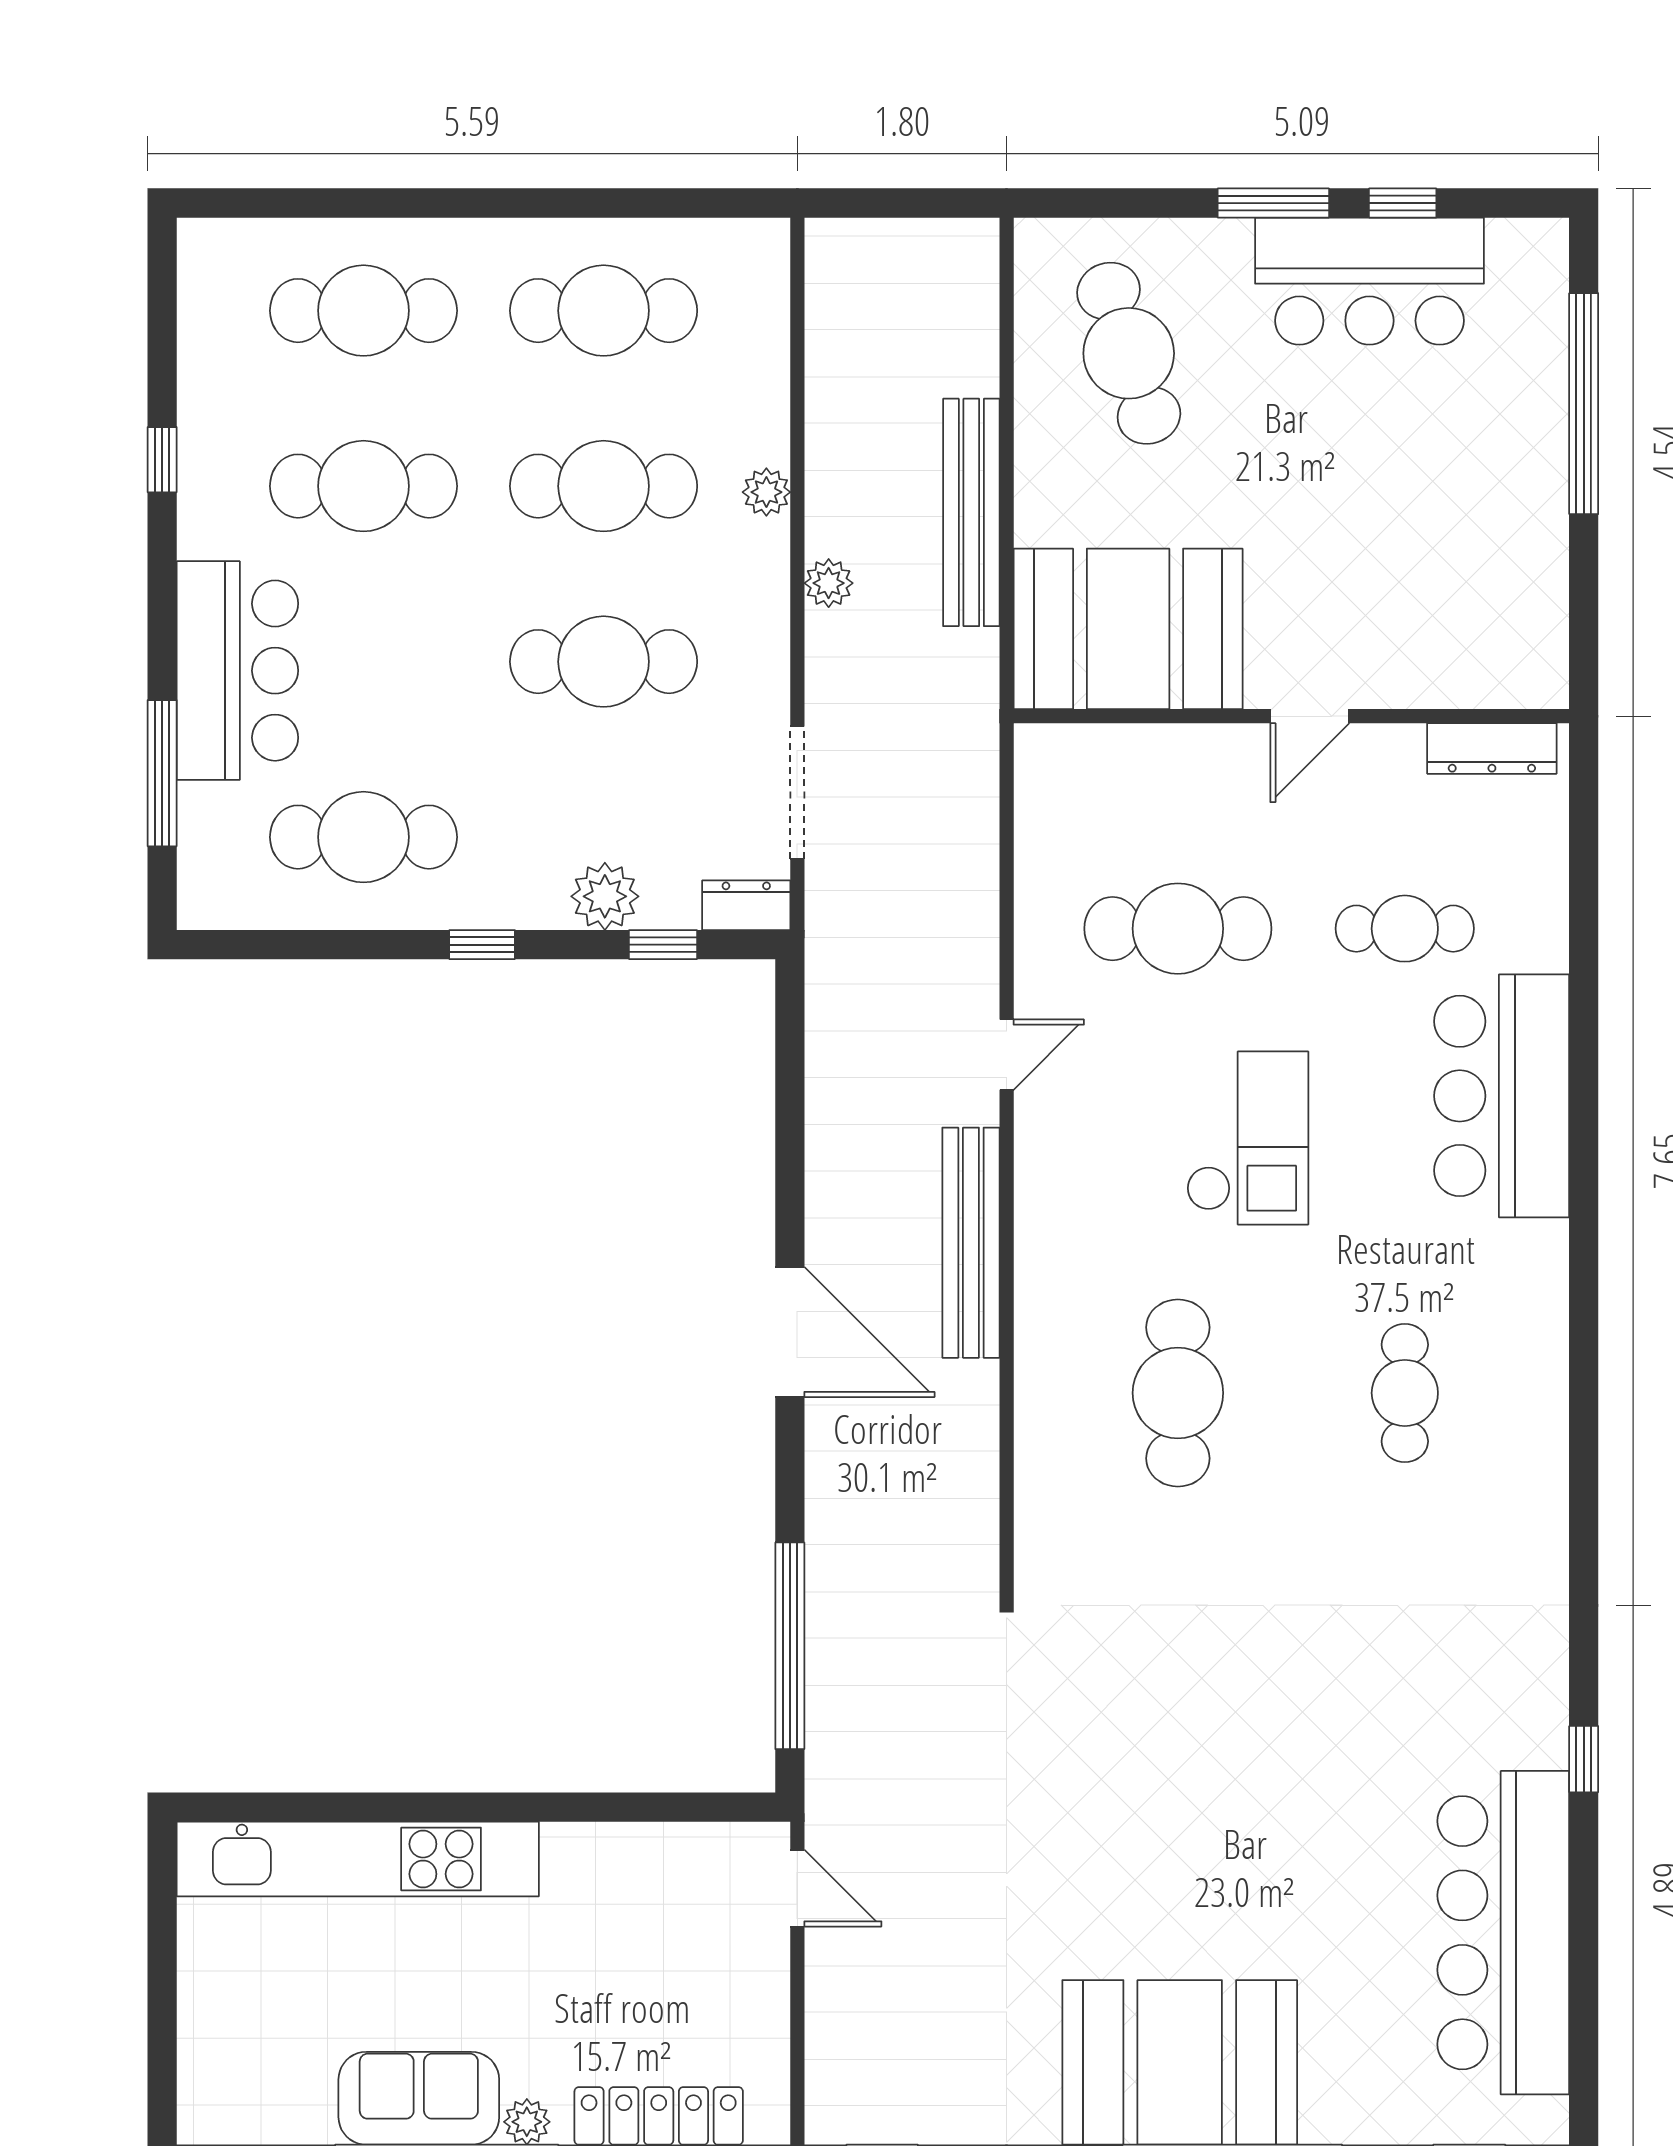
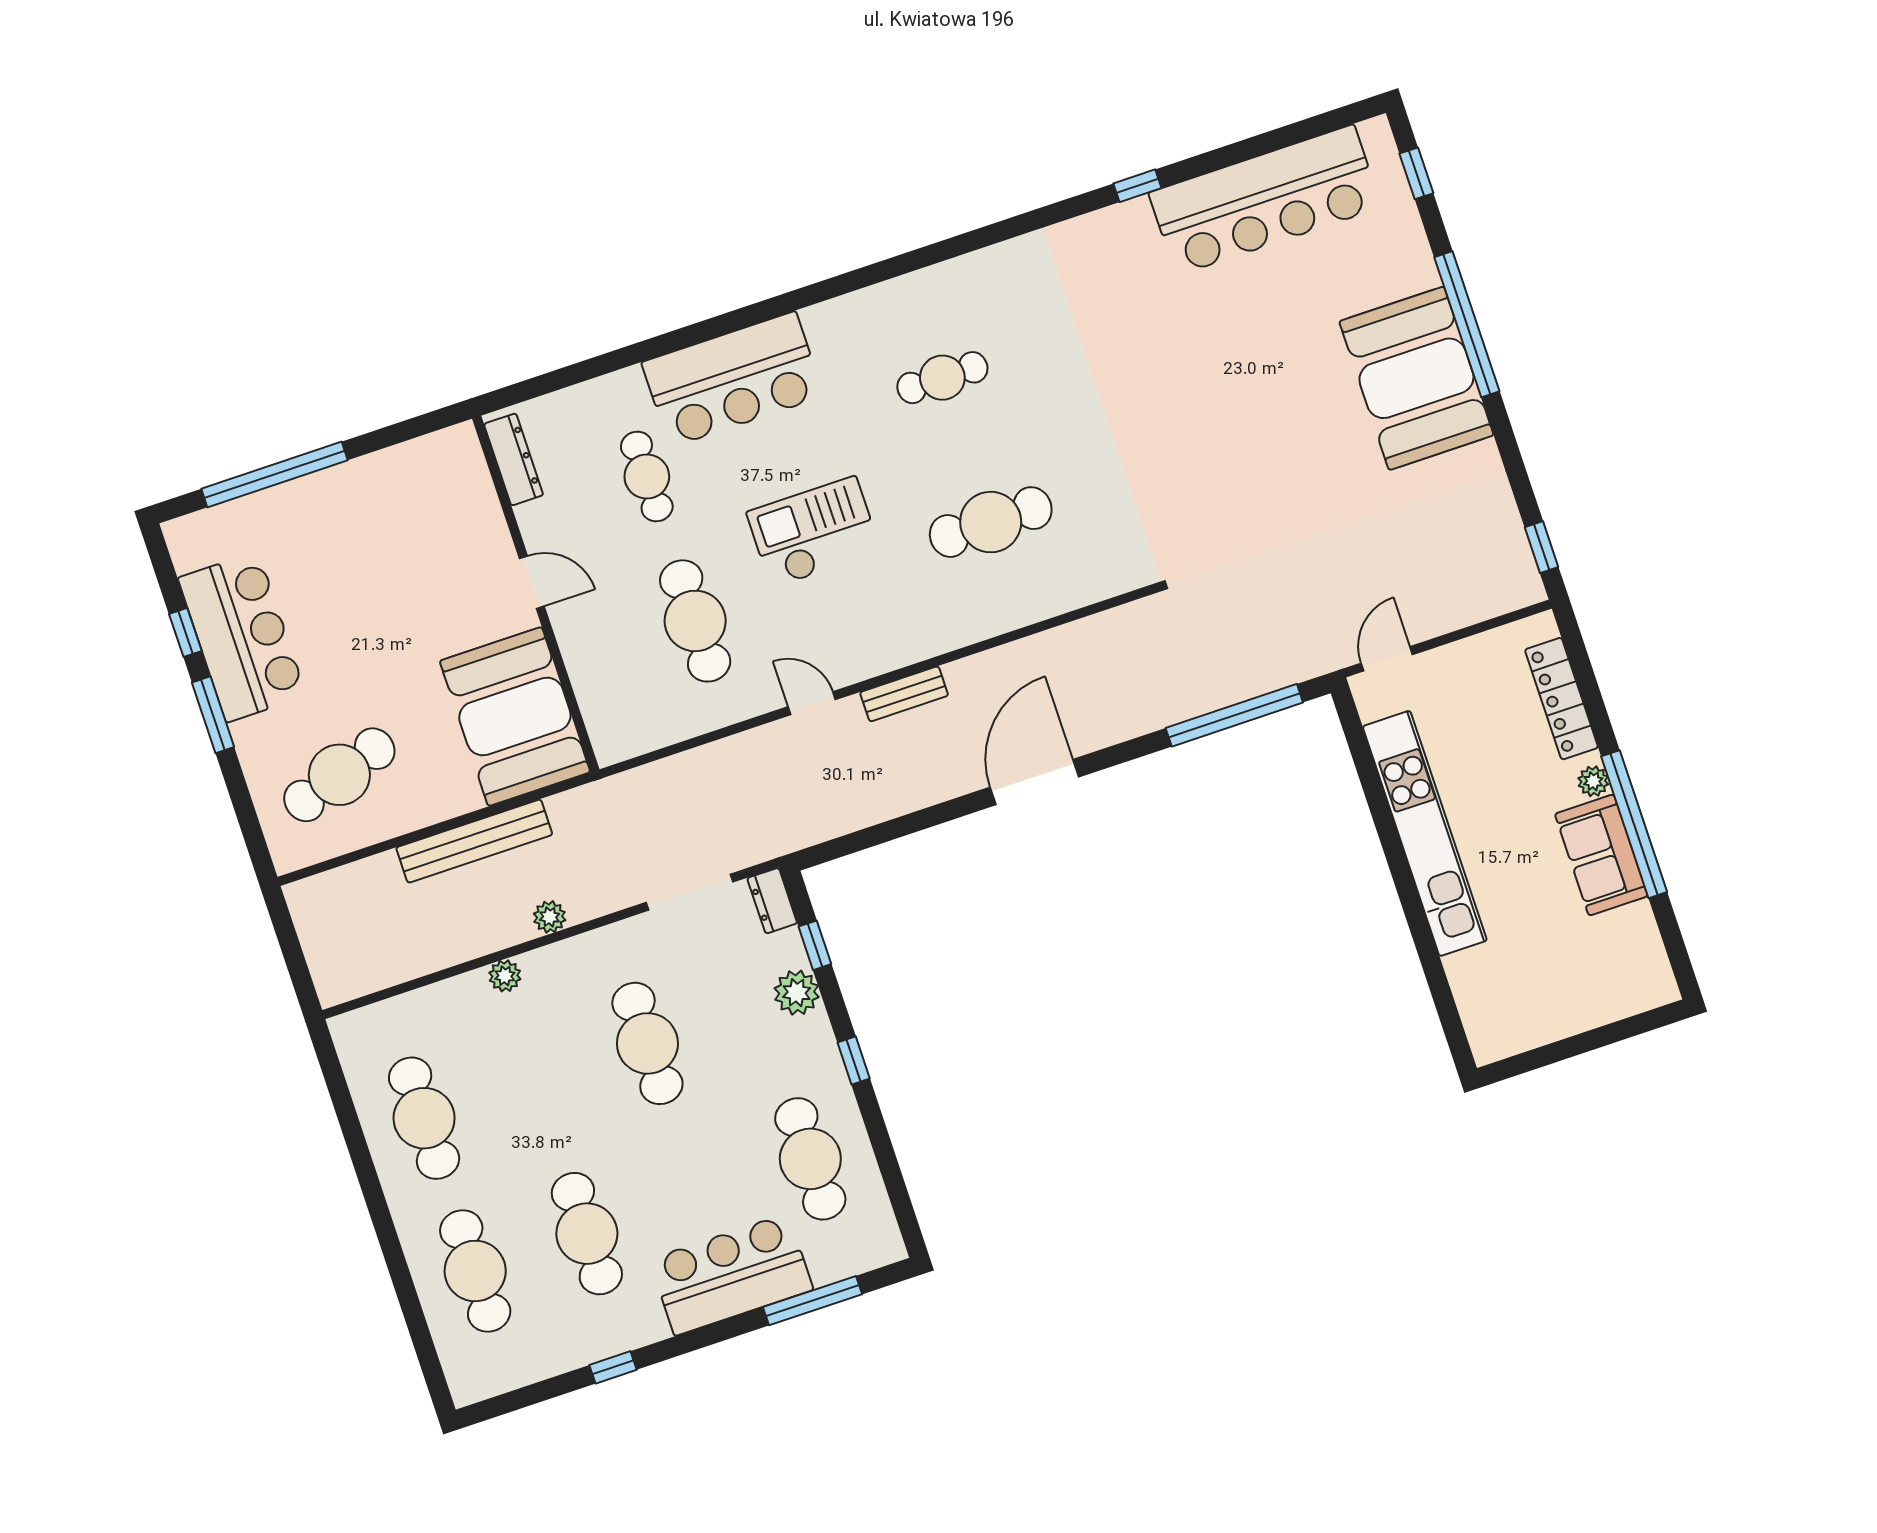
cafe table: (604, 486) -> (536, 1081), removed
bench: (971, 1243) -> (904, 694), width x0.54, depth x0.82
kitchen unit: (358, 1859) -> (1425, 833), moved

